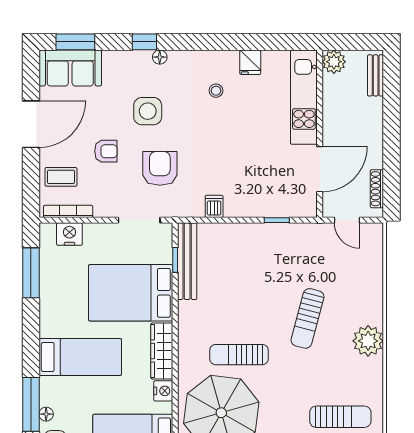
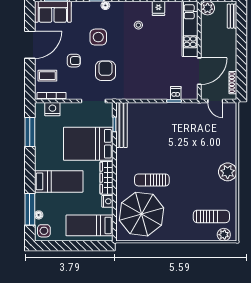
dishwasher: (214, 206) -> (176, 93), moved
sun lounger: (307, 318) -> (192, 159), removed

